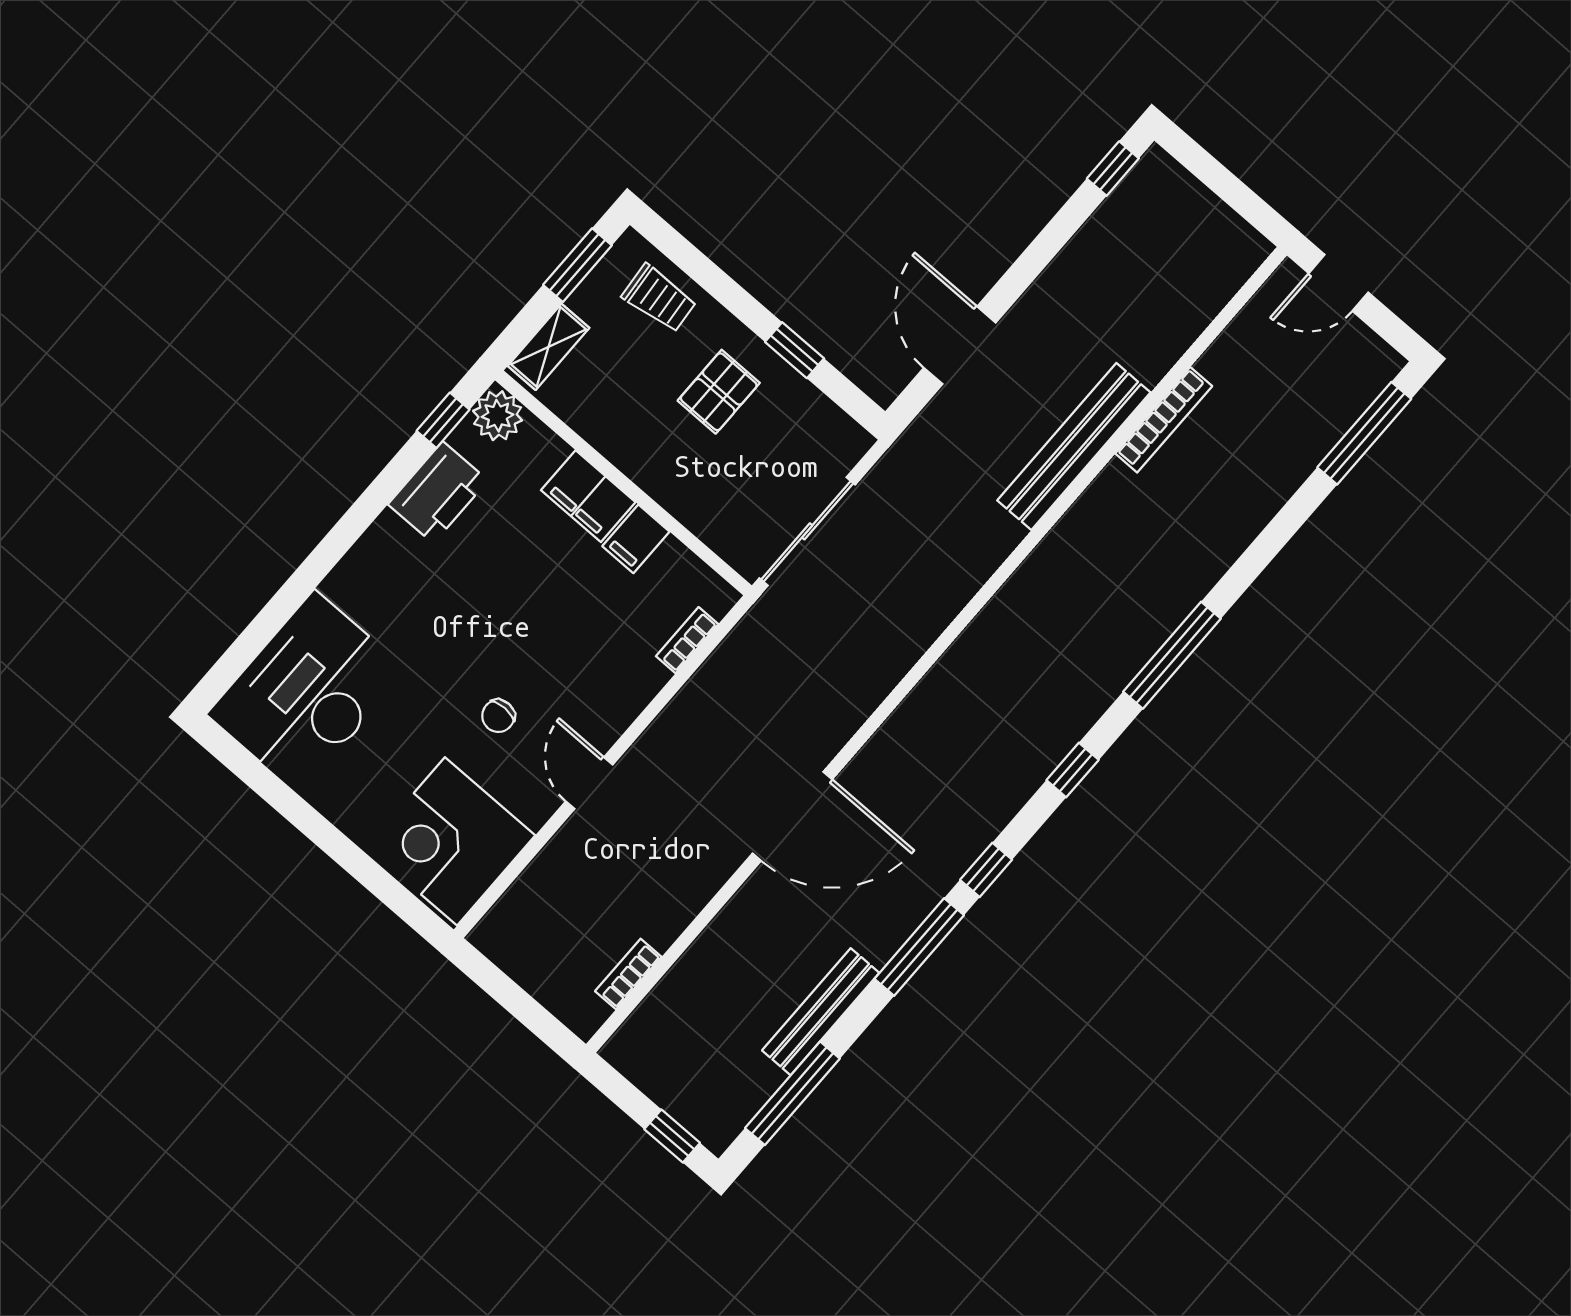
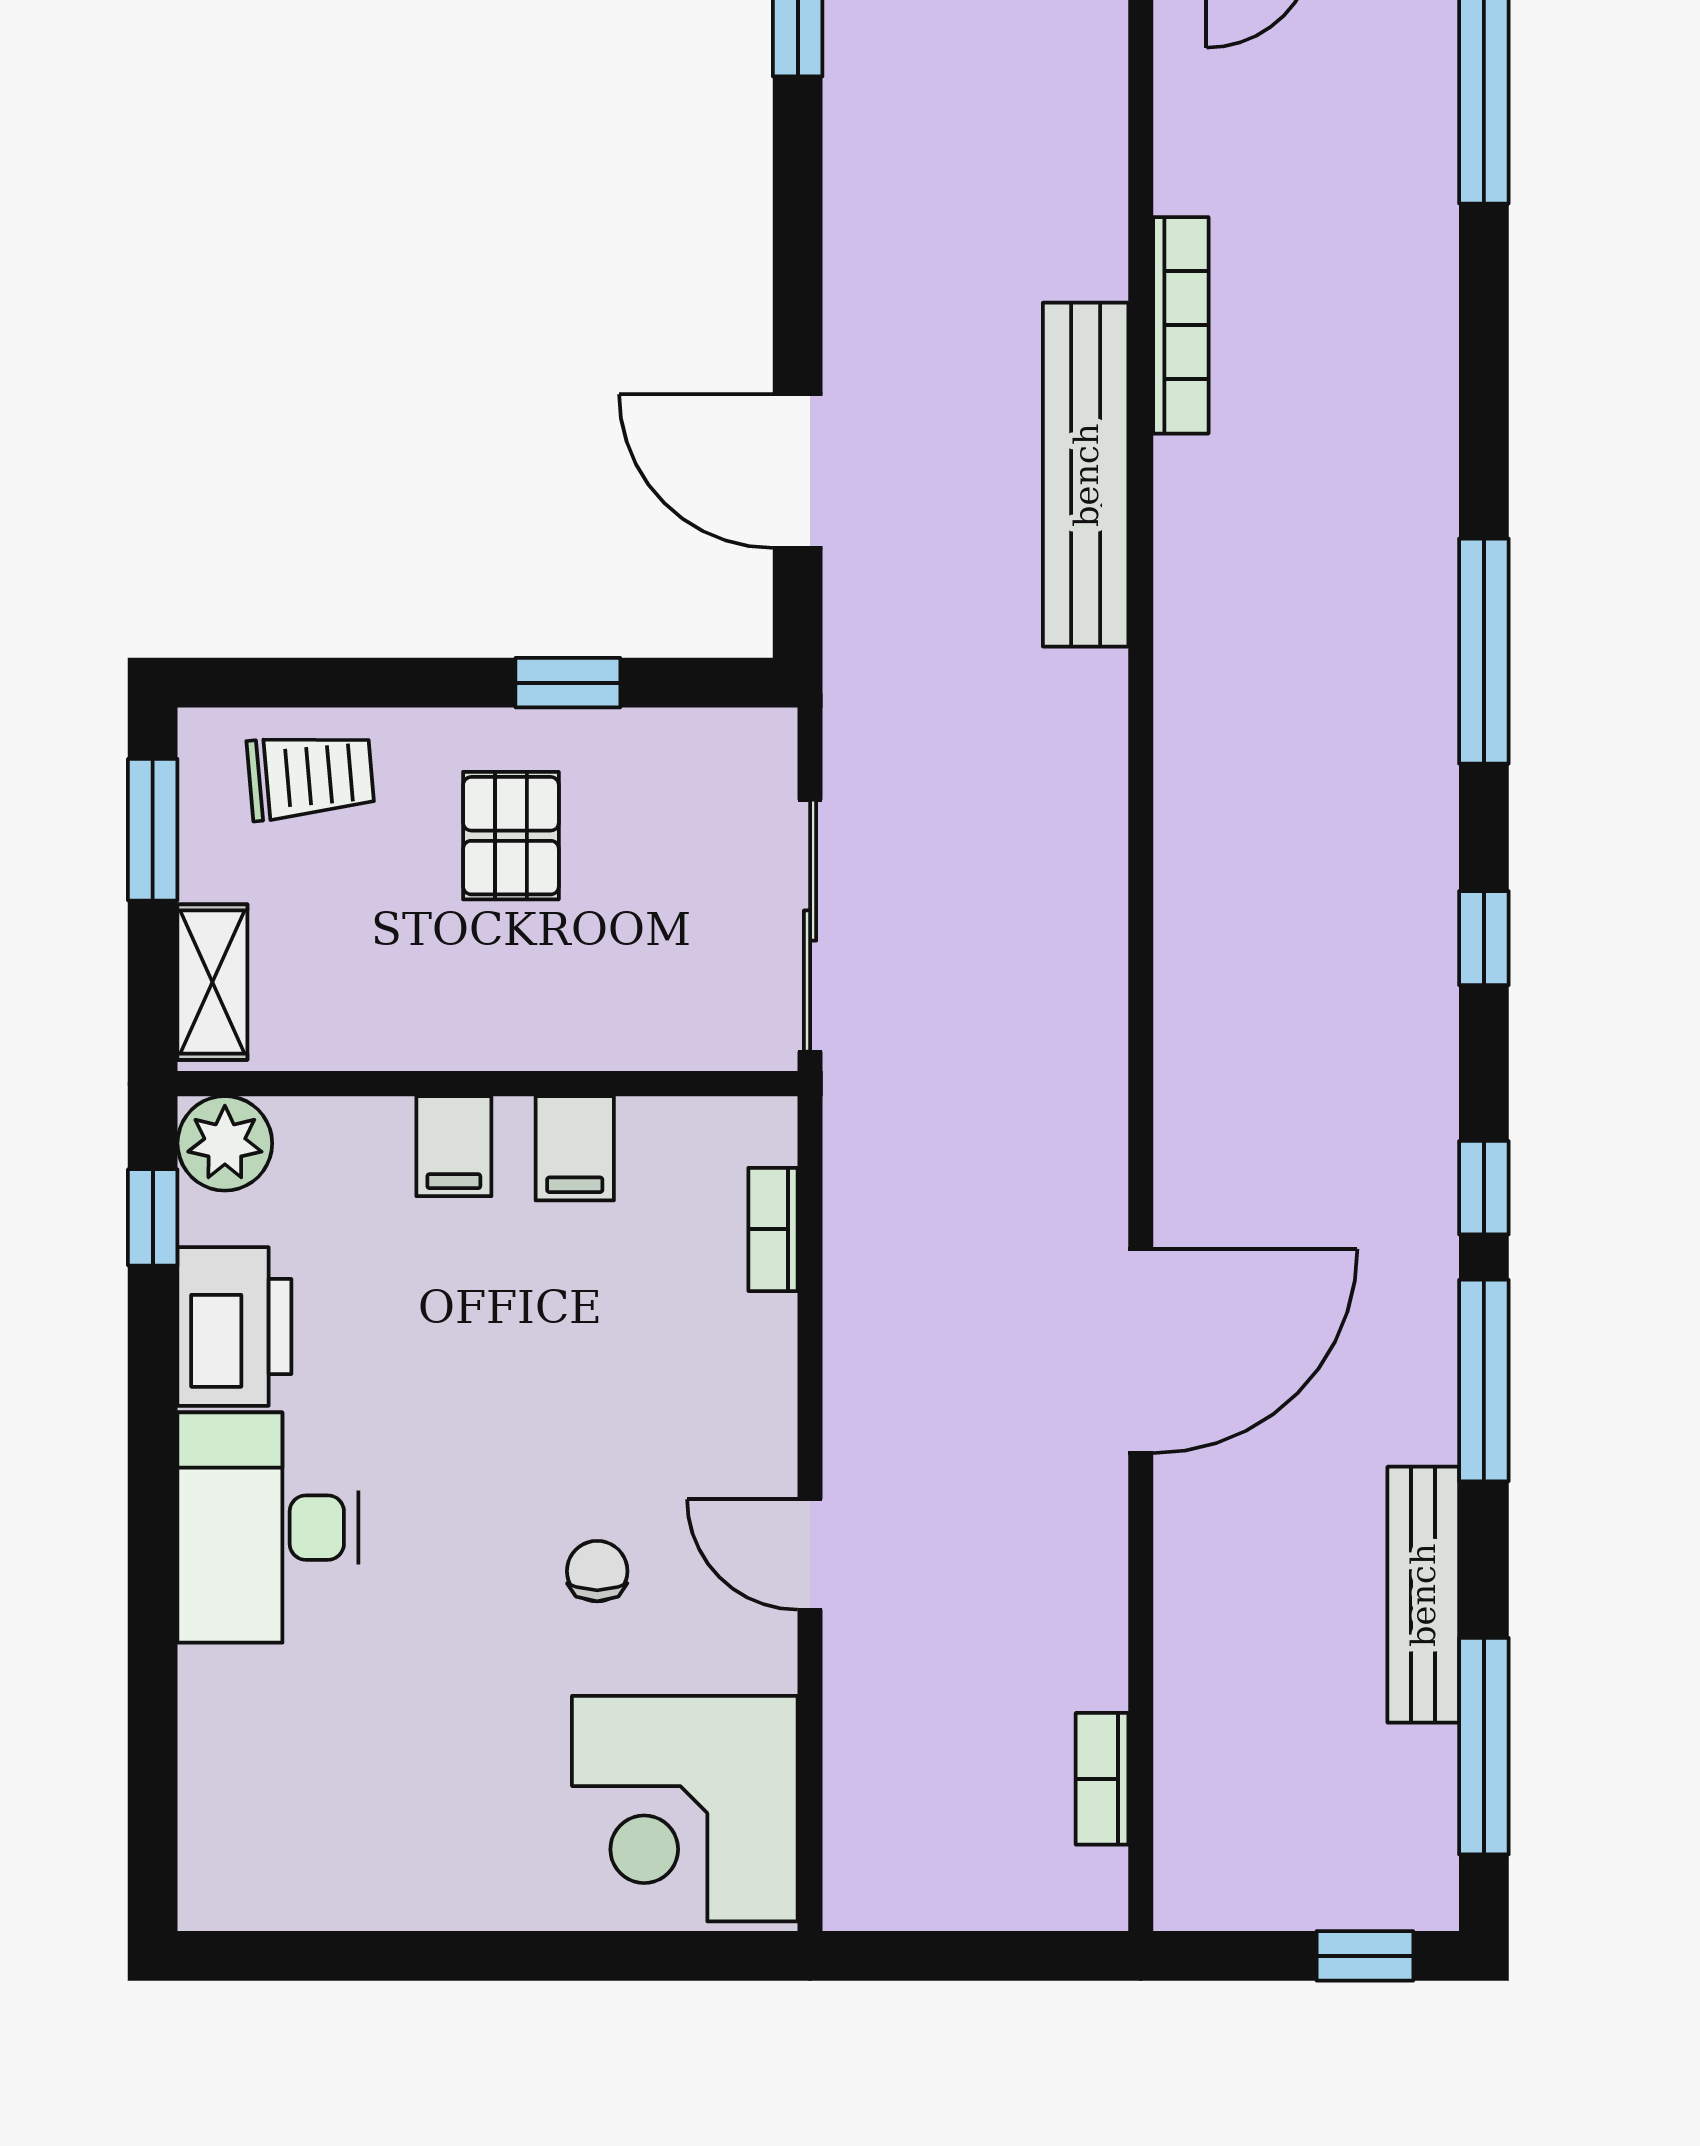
filing cabinet: (588, 496) -> (454, 1146), width x0.50
desk: (307, 692) -> (268, 1528), moved, width x0.73, depth x0.77
chair: (498, 716) -> (597, 1571), turned 180

